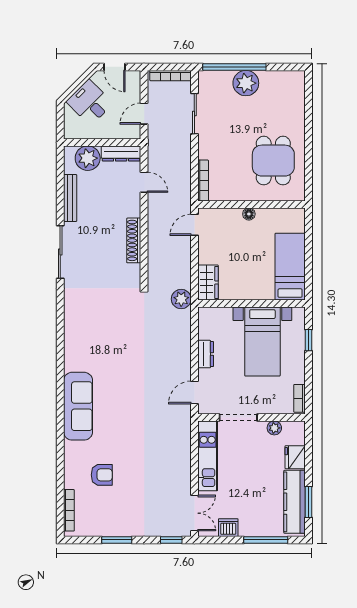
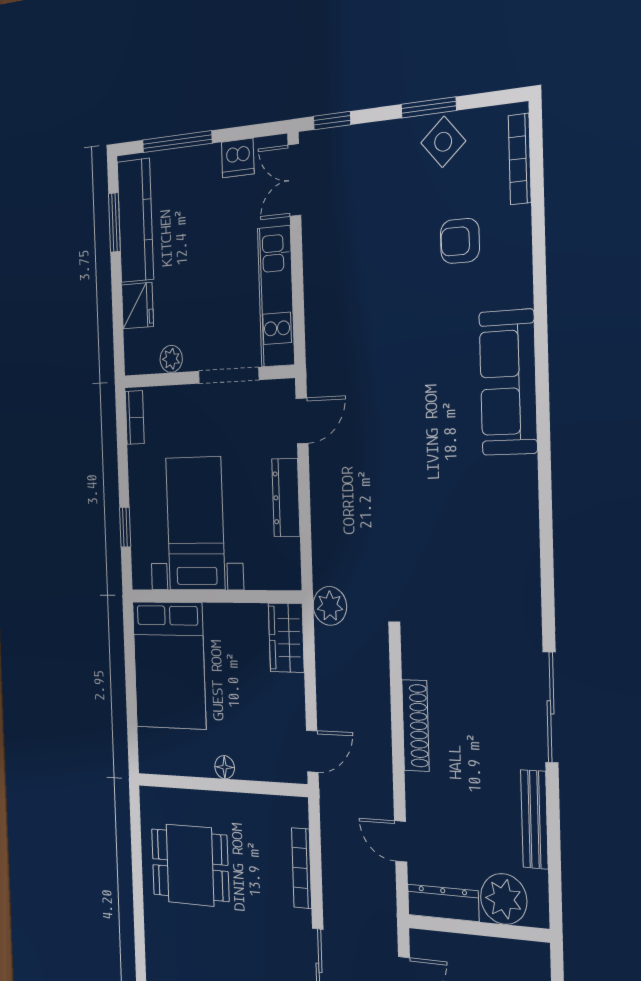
dining table: (273, 161) -> (190, 865), turned 90
bookcase: (203, 181) -> (302, 868), moved
bed: (290, 267) -> (169, 665), width x1.50
dresser: (206, 354) -> (286, 498), width x1.44
side table: (109, 523) -> (443, 142), added

